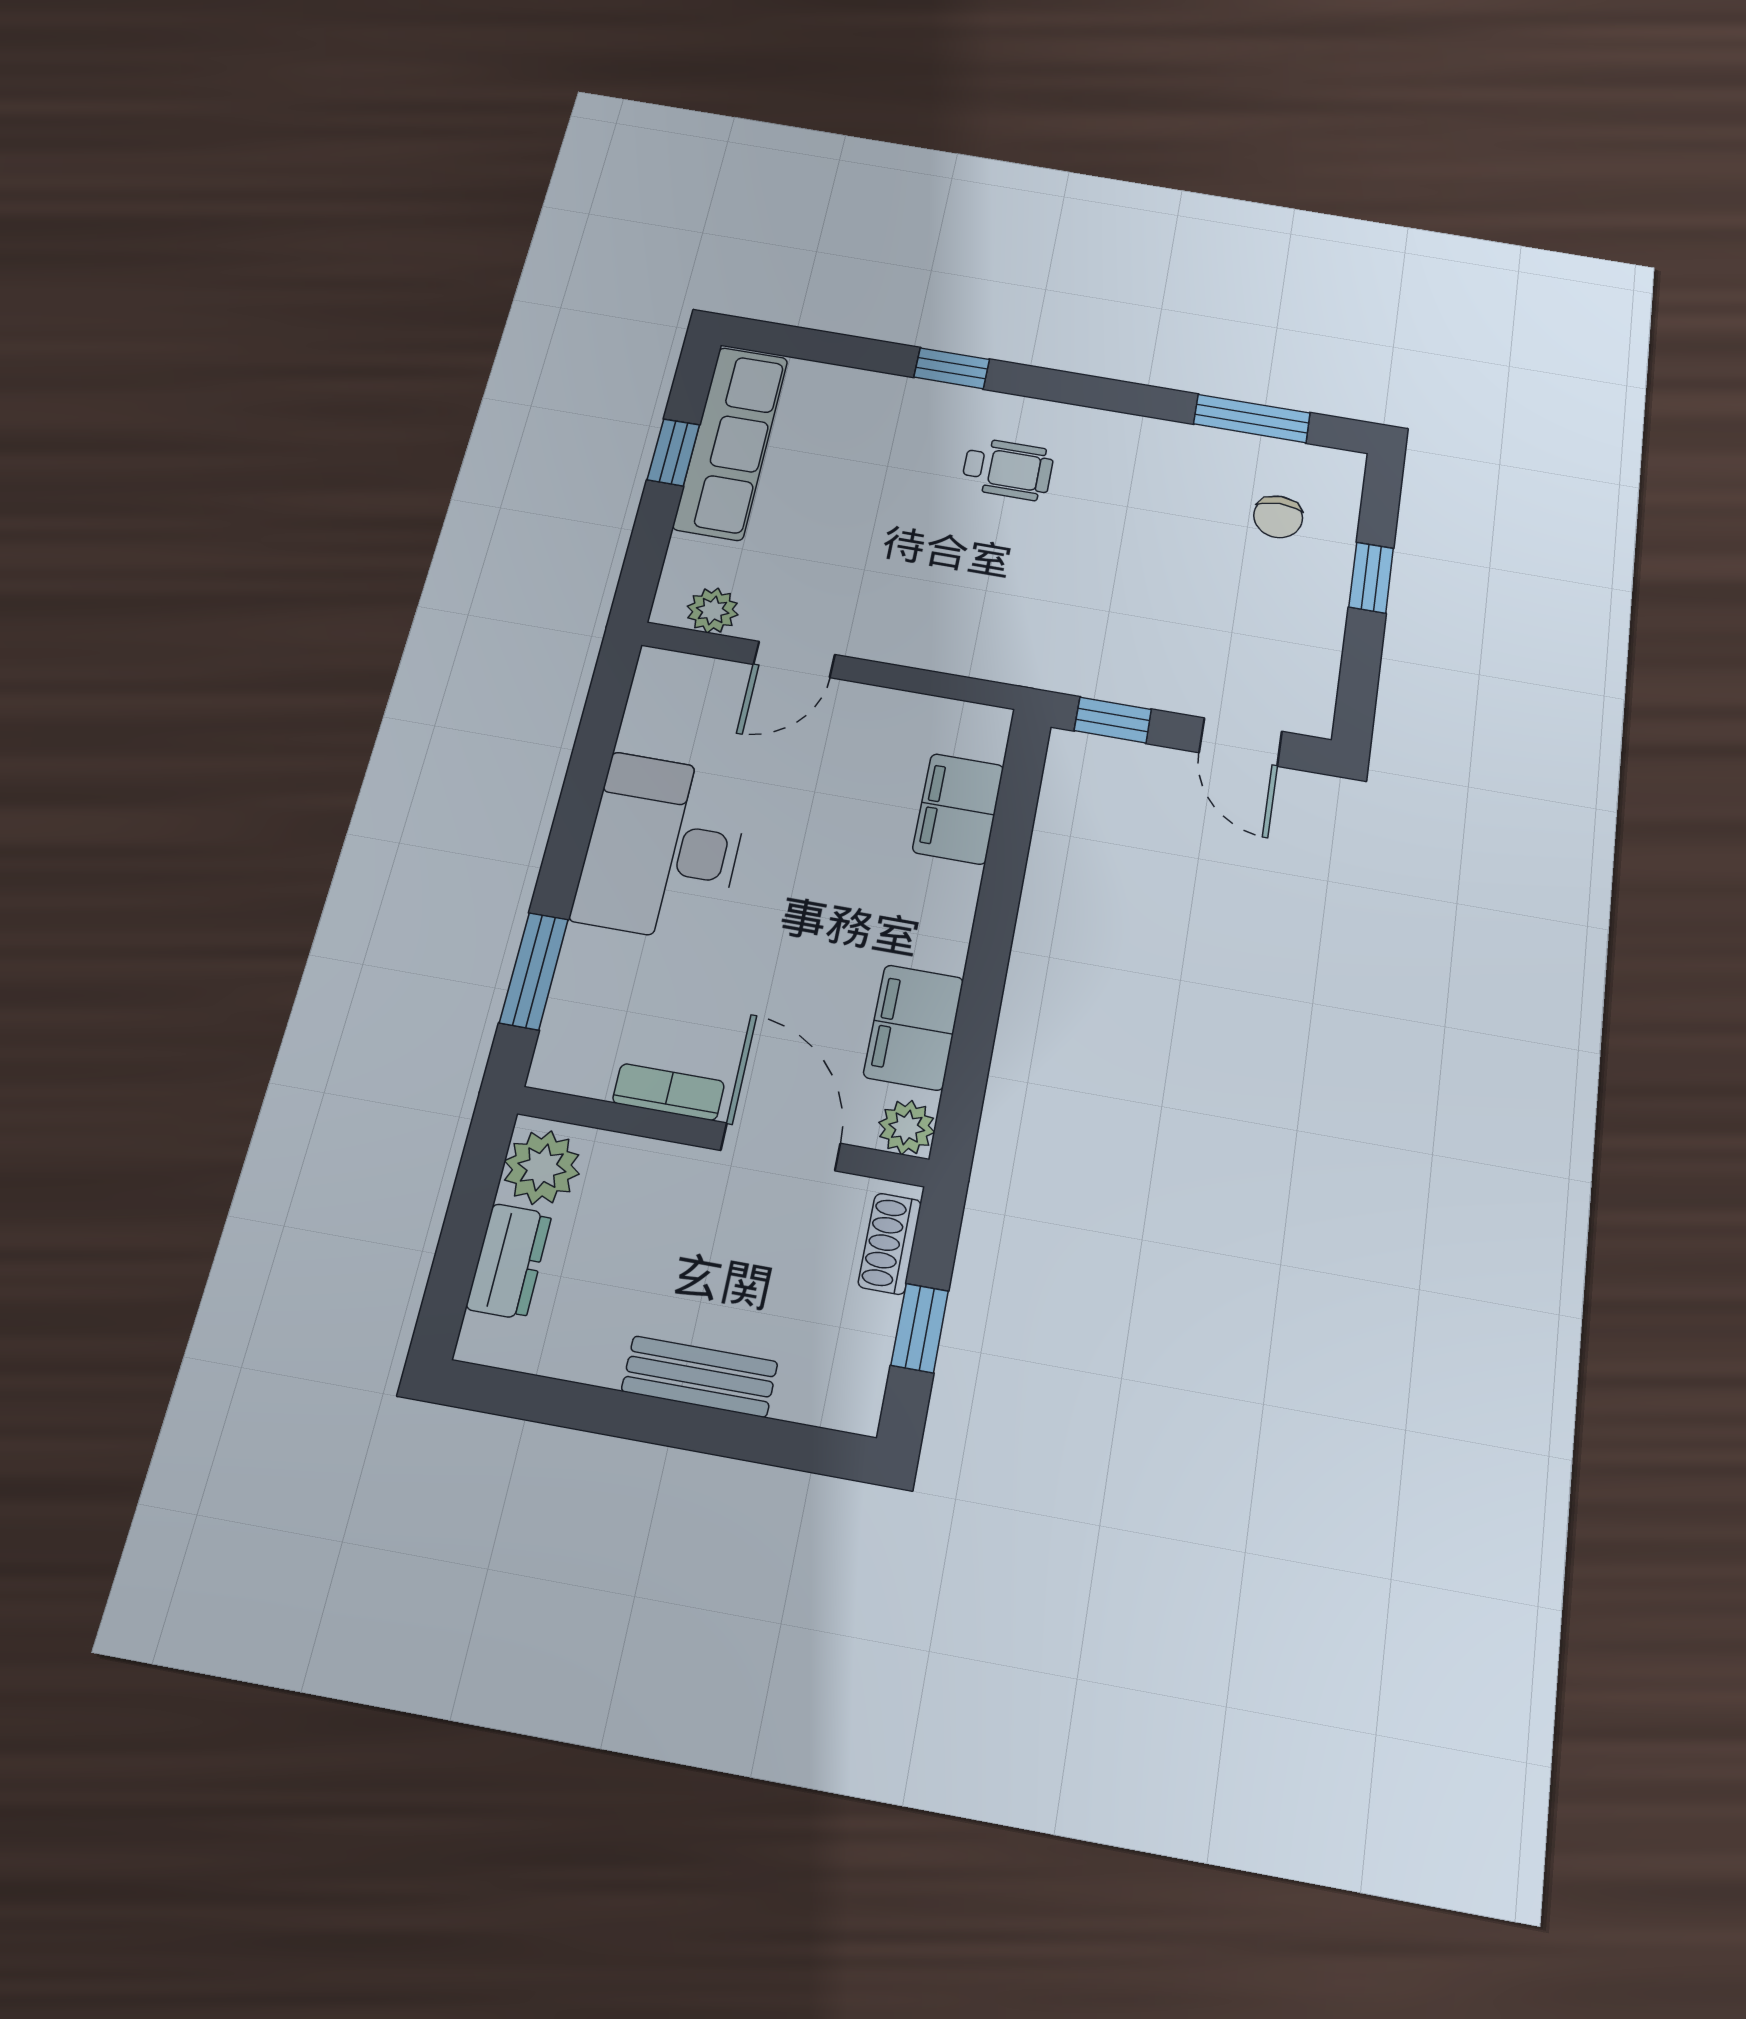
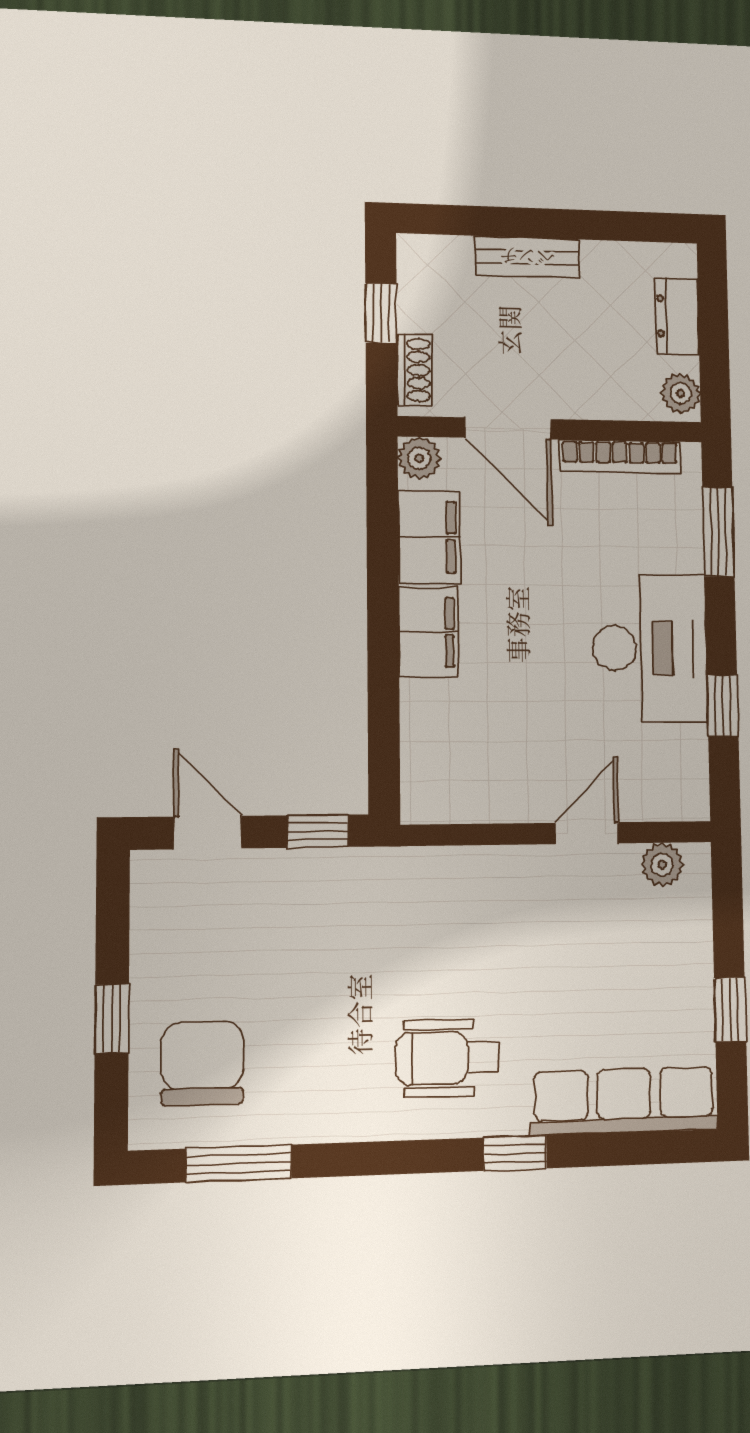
row of seats: (731, 443) -> (624, 1101), moved, turned 90
wheelchair: (1008, 469) -> (447, 1058), width x1.36, depth x1.37
chair: (1278, 517) -> (202, 1063), width x1.87, depth x1.87
window: (589, 767) -> (723, 706), added
filing cabinet: (958, 809) -> (429, 632), moved
bookcase: (669, 1092) -> (620, 456), width x1.56
plant: (542, 1167) -> (681, 393), width x0.73, depth x0.73

